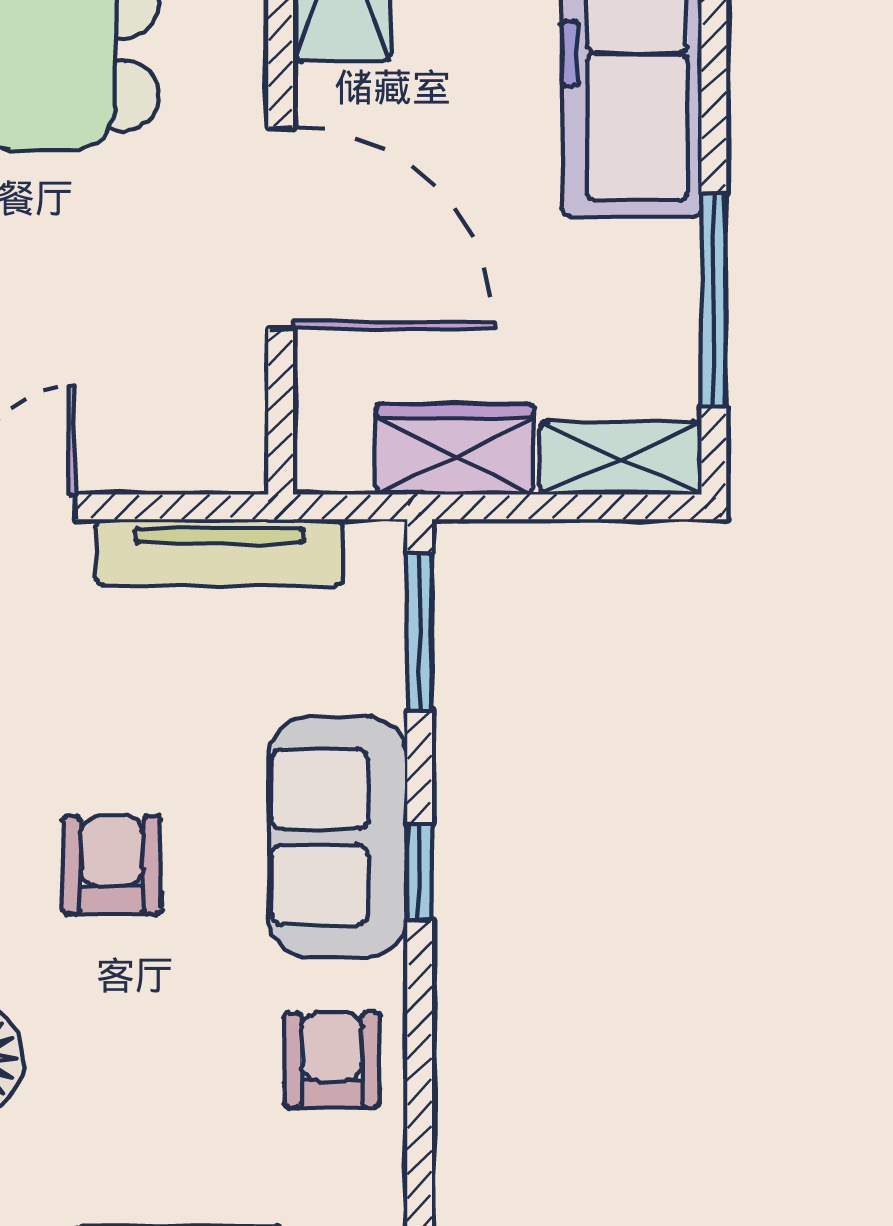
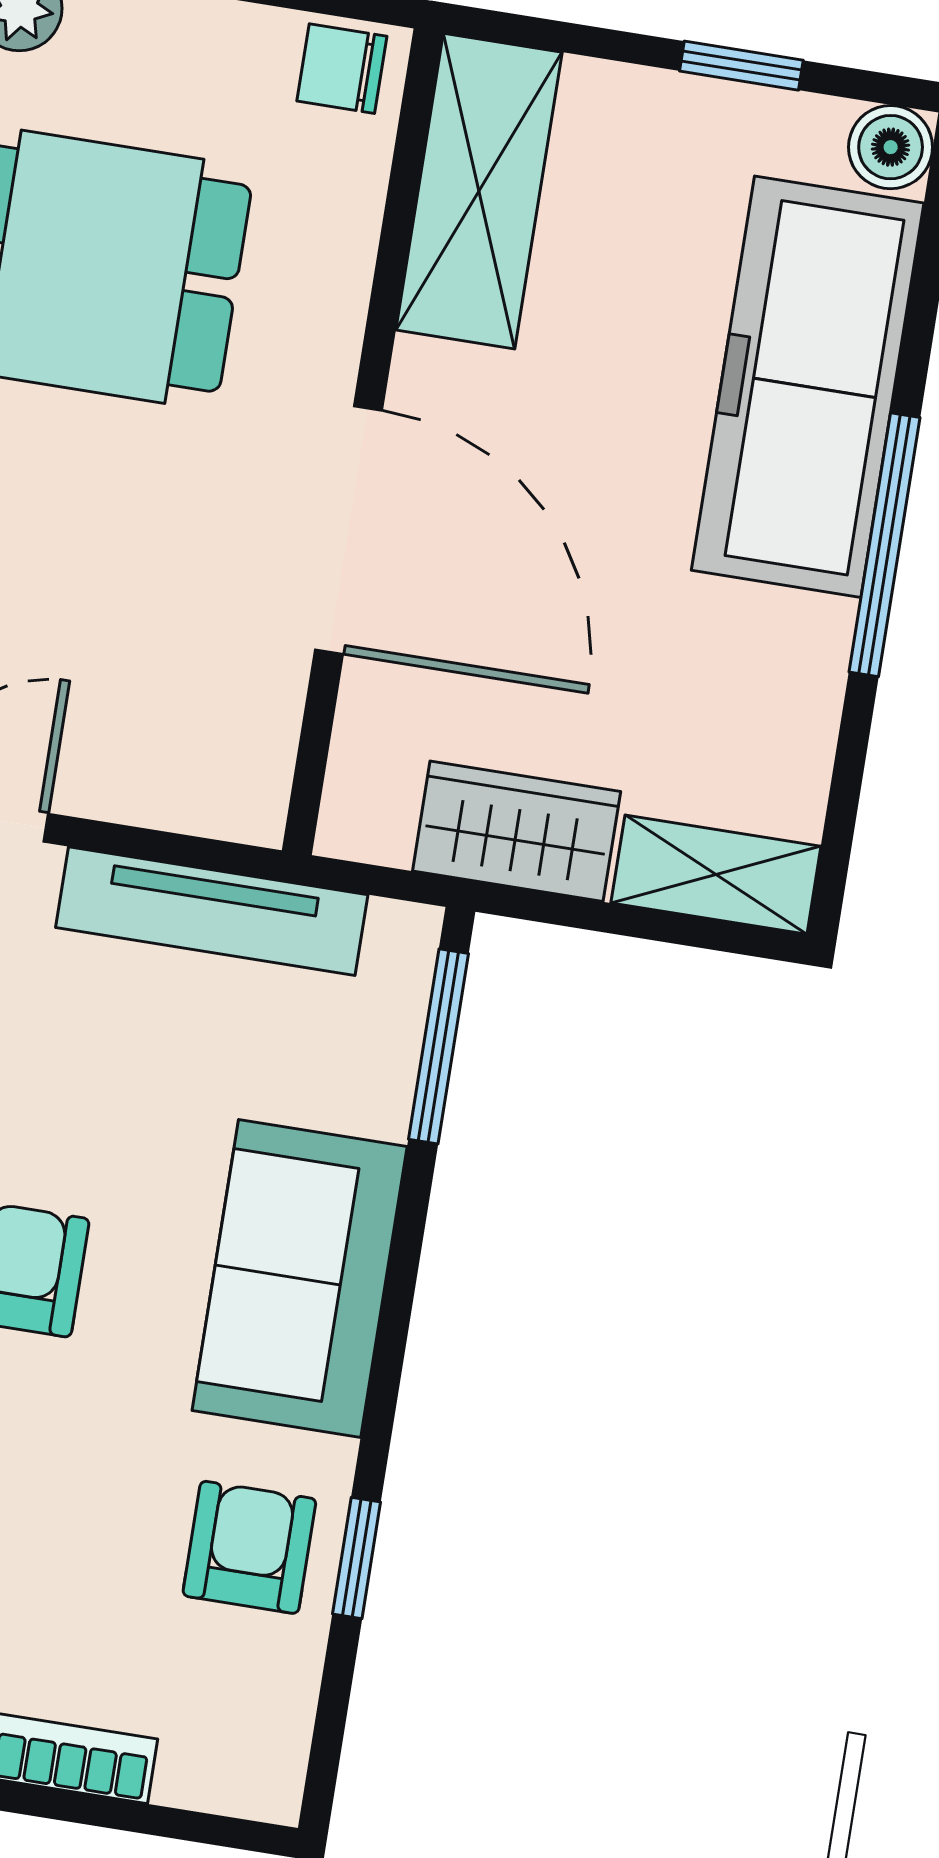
window: (714, 300) -> (884, 545), moved
window: (420, 872) -> (357, 1558), moved

